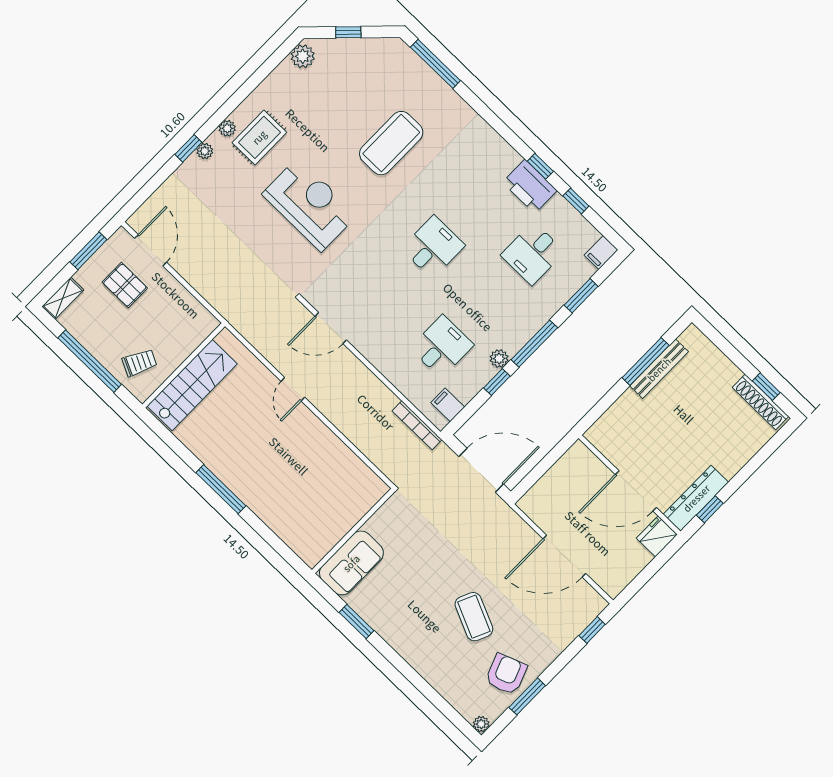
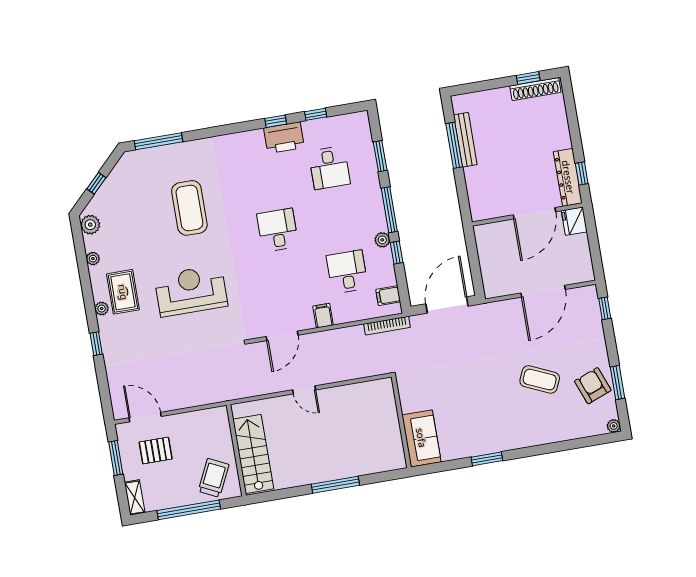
plant: (205, 151) -> (93, 259), moved
filing cabinet: (601, 253) -> (323, 316), moved, turned 180
trolley: (139, 363) -> (214, 478), width x1.36, depth x1.39
wall: (353, 531) -> (401, 422), moved
sofa: (351, 563) -> (421, 438), moved

